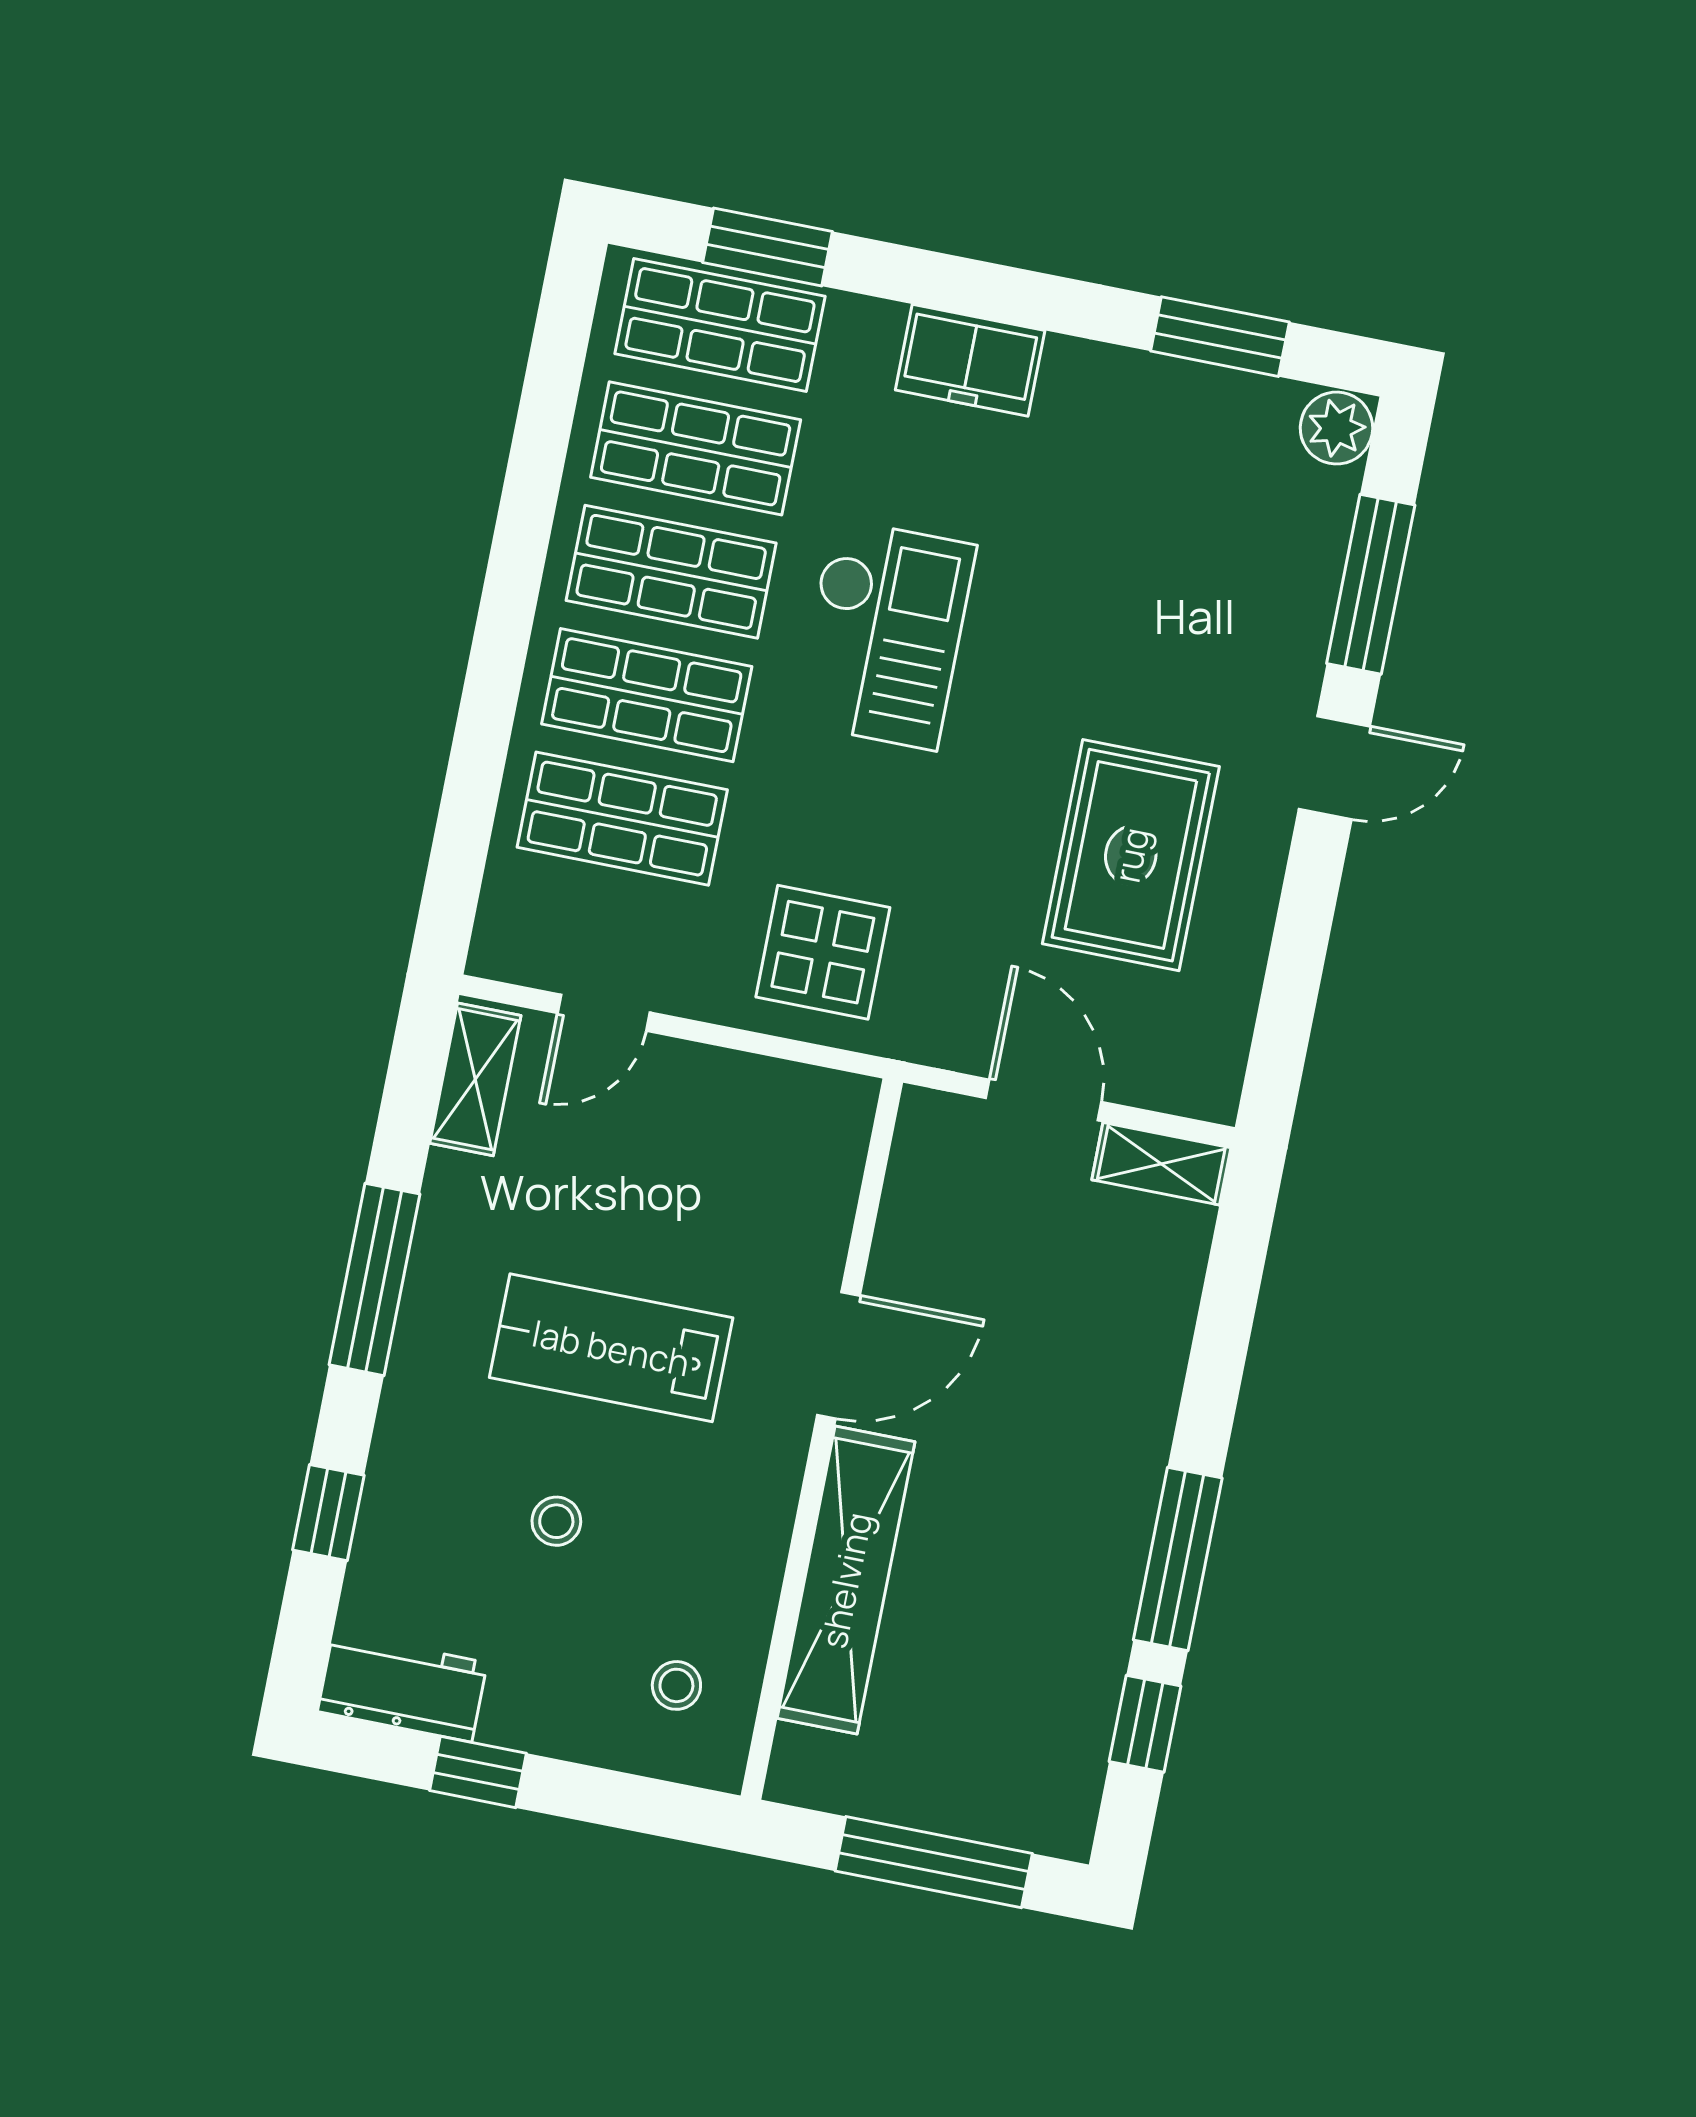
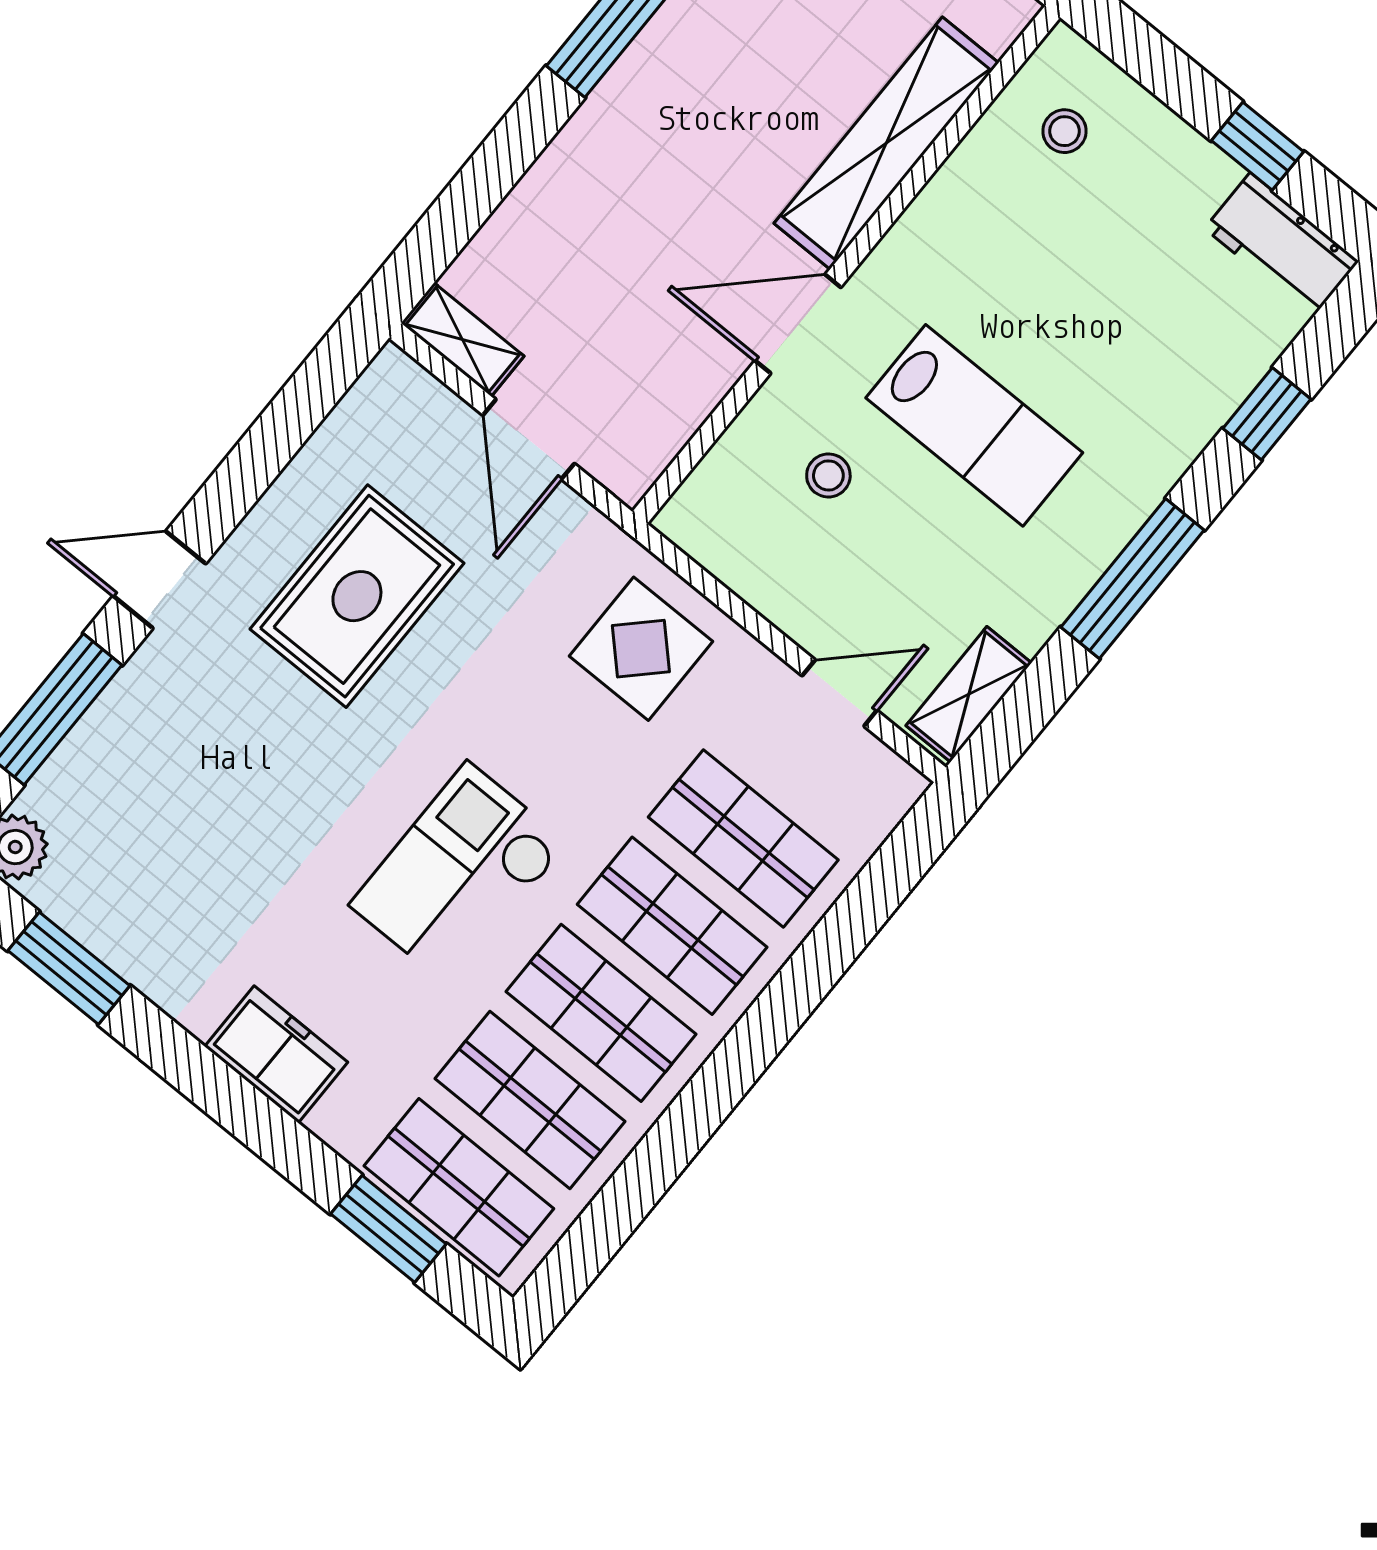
stool: (556, 1521) -> (828, 475), moved

